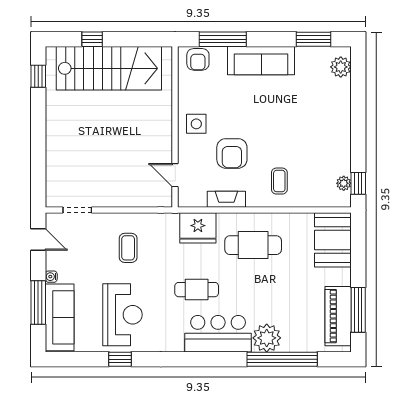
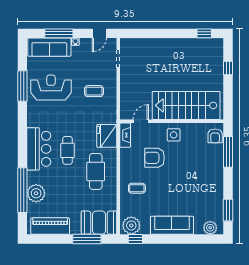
armchair: (198, 59) -> (215, 136), turned -90
sofa: (261, 61) -> (172, 225), moved, turned 90
stairs: (109, 68) -> (186, 105), moved, turned 90
plant: (344, 183) -> (131, 225), width x1.88, depth x1.88
fireplace: (226, 199) -> (125, 135), moved
cafe table: (197, 290) -> (68, 150), moved
window: (358, 310) -> (87, 239), moved
reception desk: (122, 315) -> (51, 88), turned 180
plant: (267, 338) -> (36, 193), moved
window: (120, 359) -> (22, 86), width x2.17

